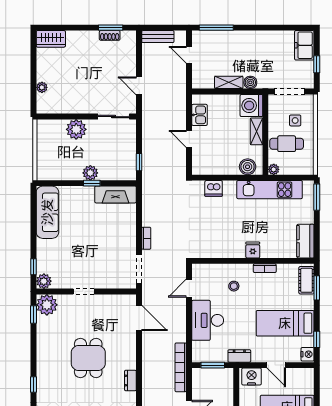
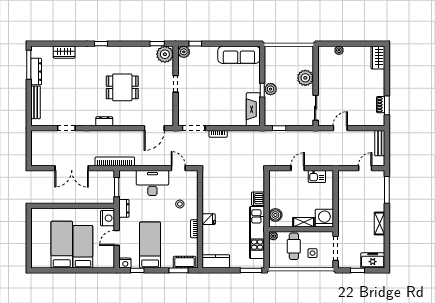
shelving: (229, 82) -> (379, 224), moved
boiler: (250, 82) -> (343, 217), removed
dishwasher: (214, 188) -> (258, 199), moved

